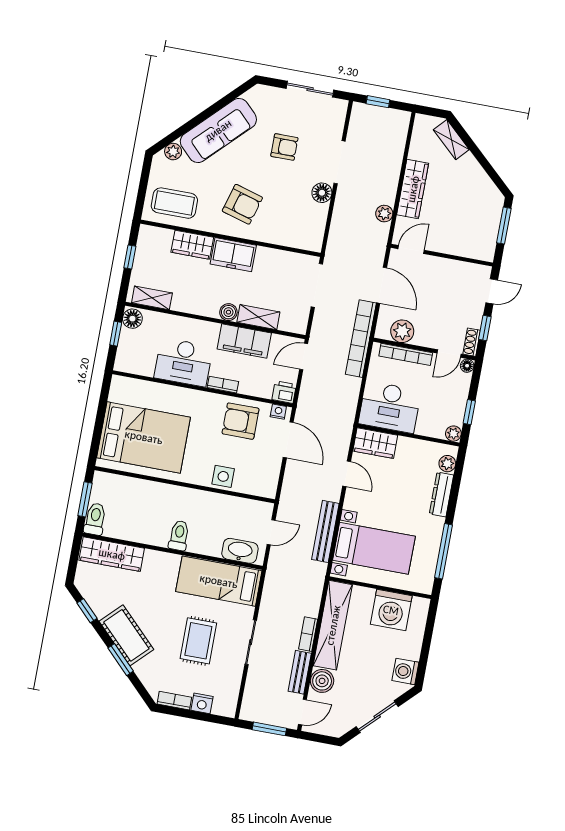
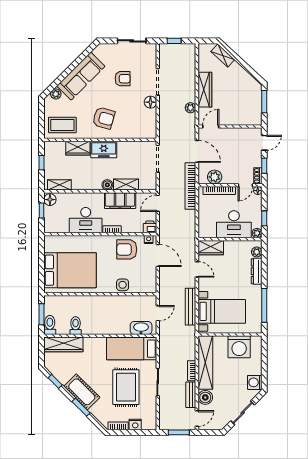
desk: (390, 407) -> (234, 224), moved
toilet: (179, 536) -> (76, 326), moved
rug: (198, 641) -> (126, 387), width x1.36, depth x1.43

